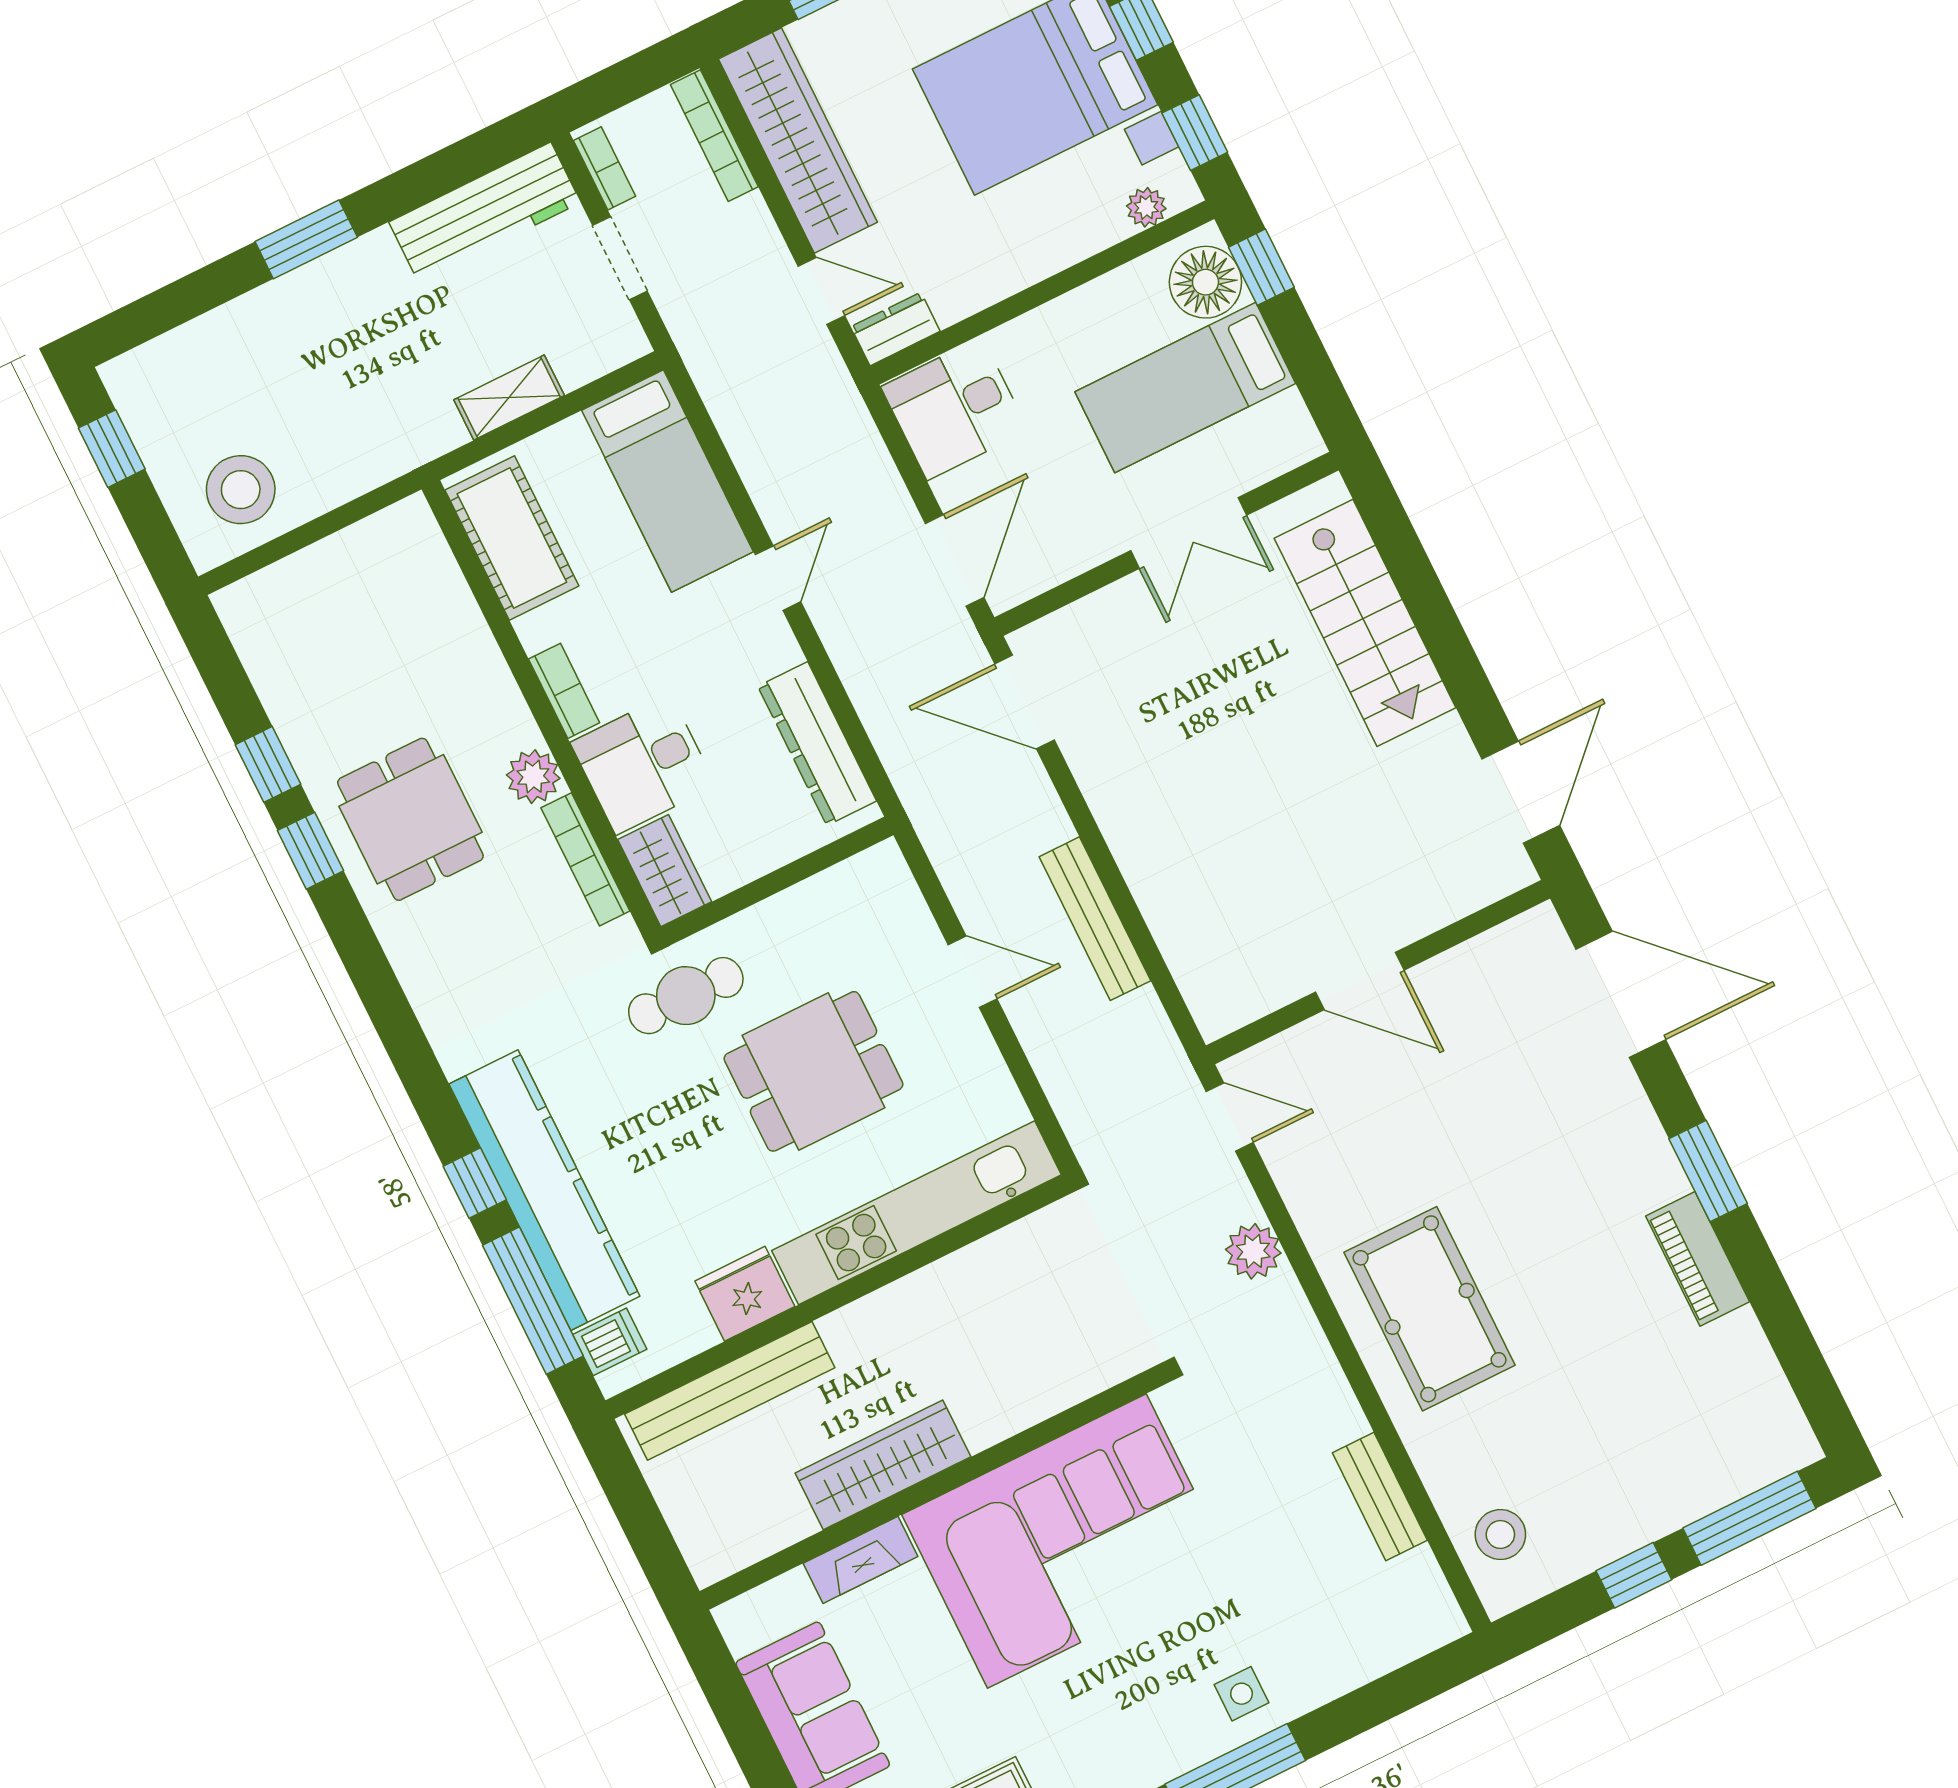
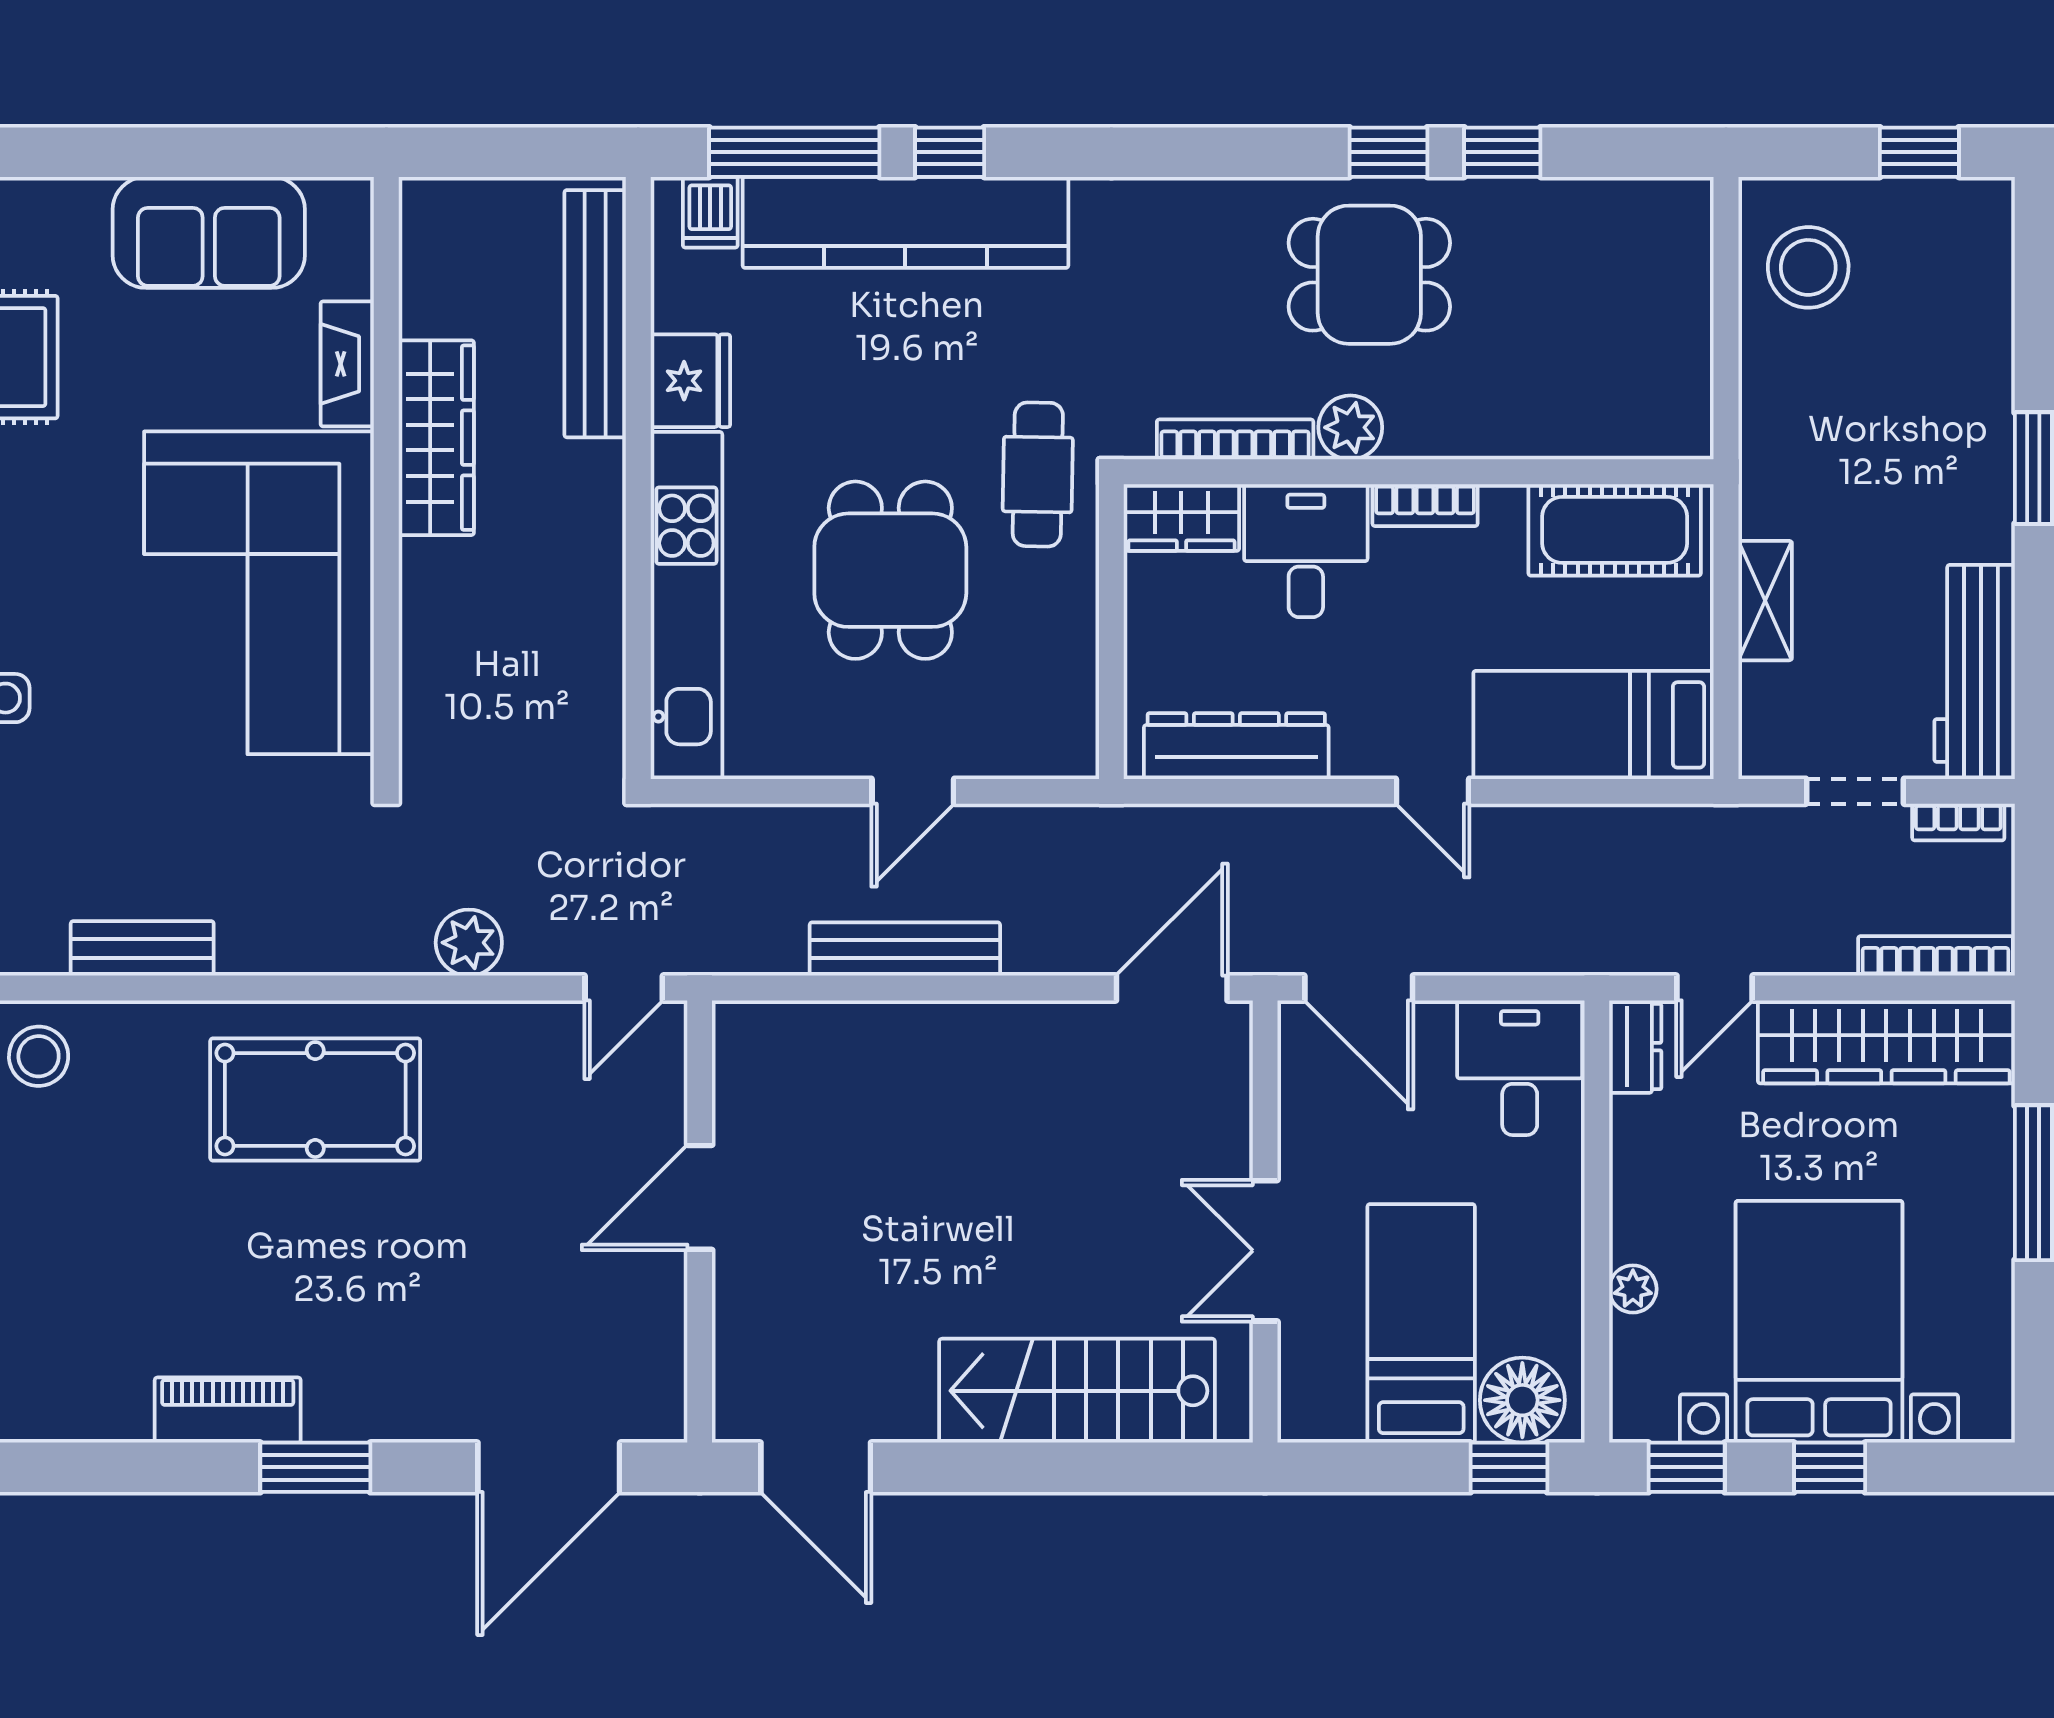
plant: (1146, 207) -> (1633, 1289), moved

